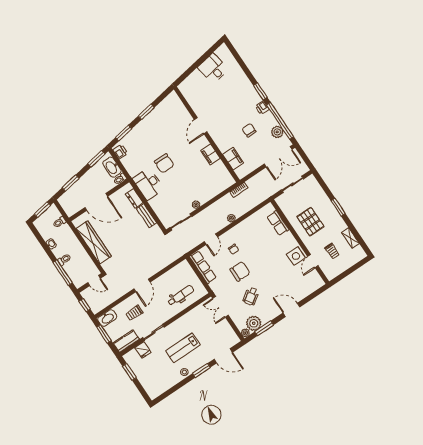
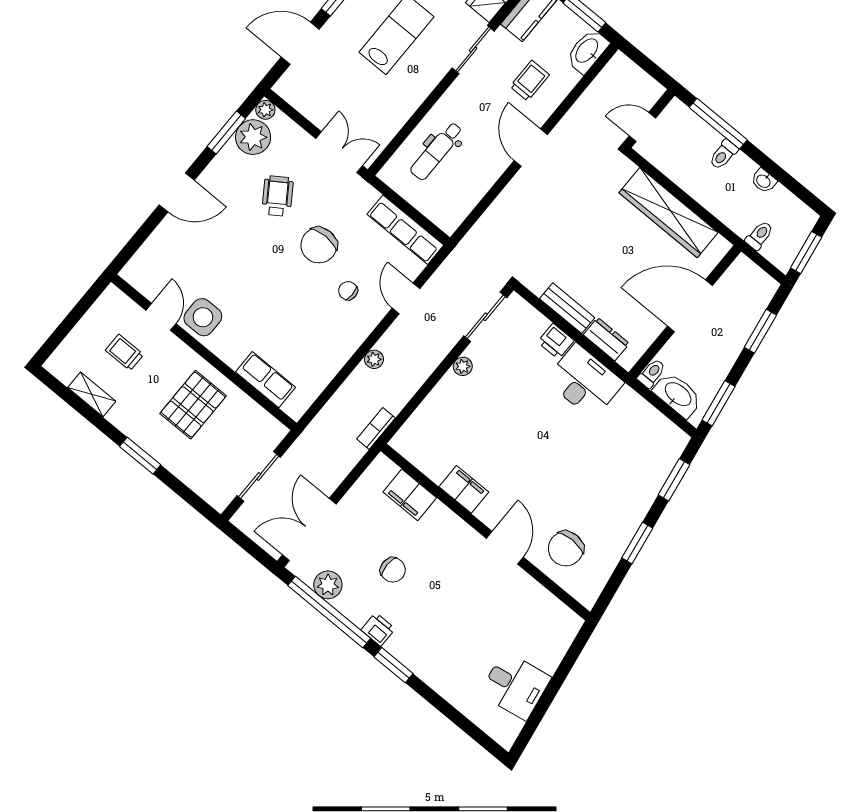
printer: (120, 152) -> (556, 341), moved
chair: (164, 163) -> (566, 549), moved, turned -90
pallet: (310, 222) -> (193, 405), turned 90
window: (85, 305) -> (647, 65), removed

